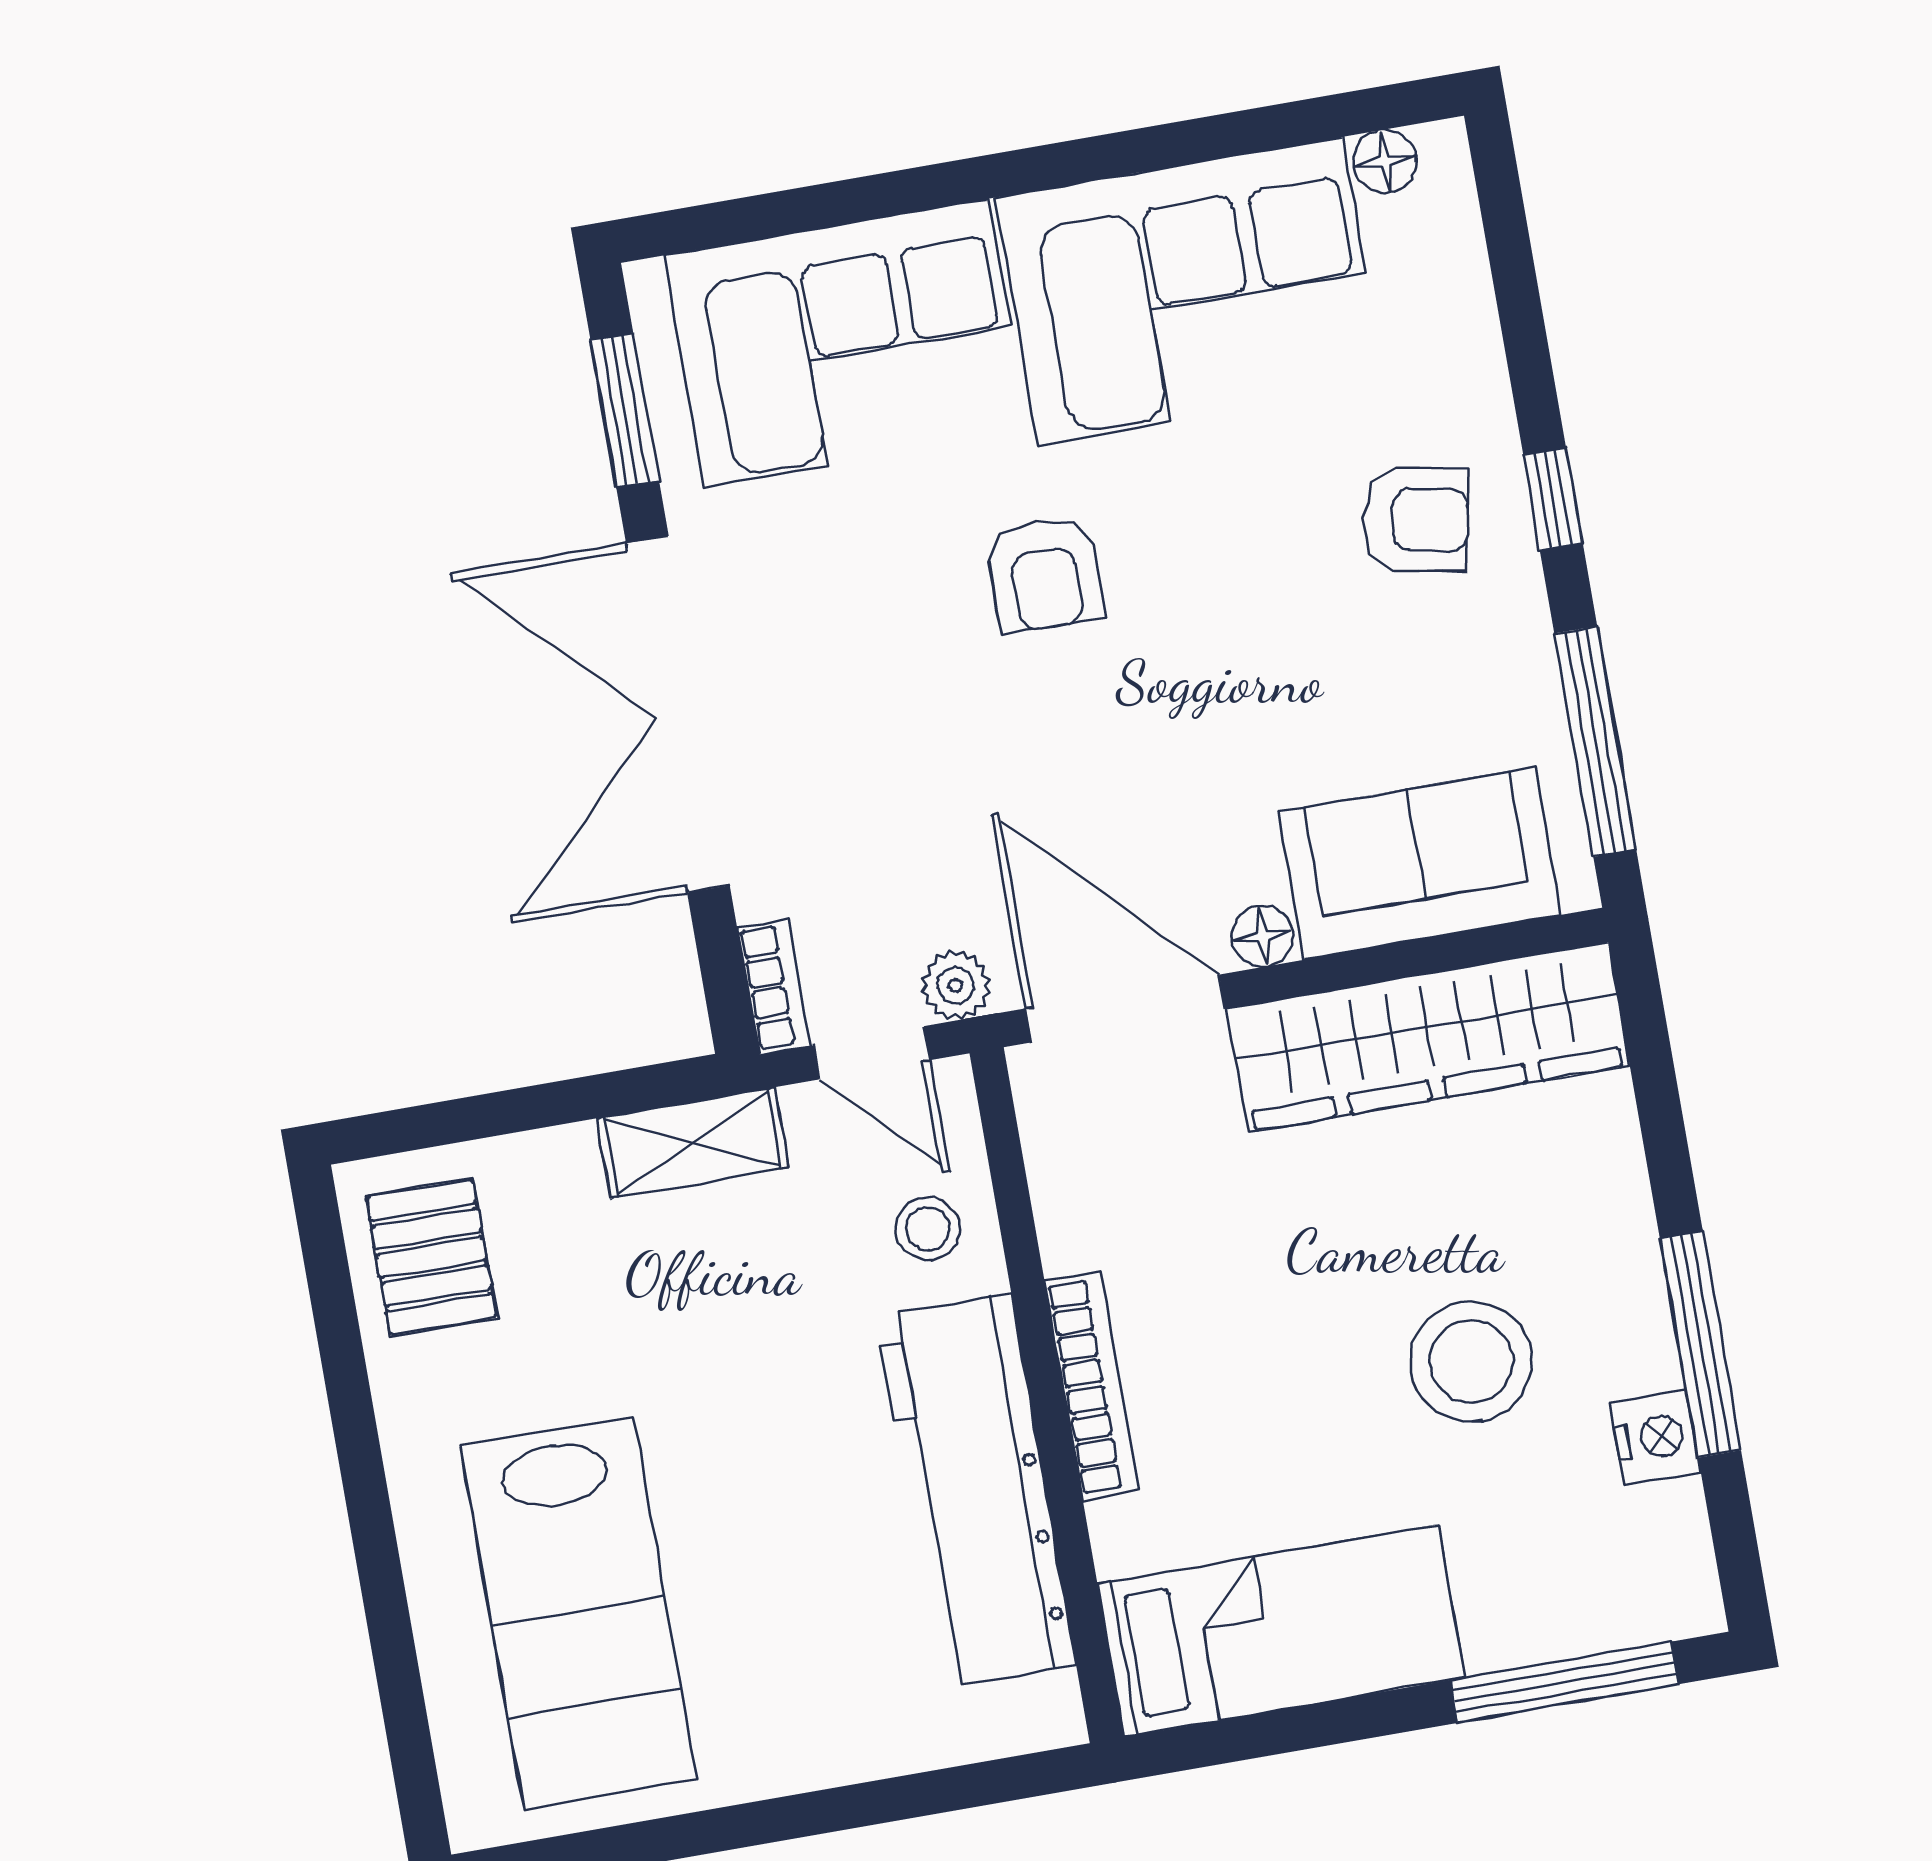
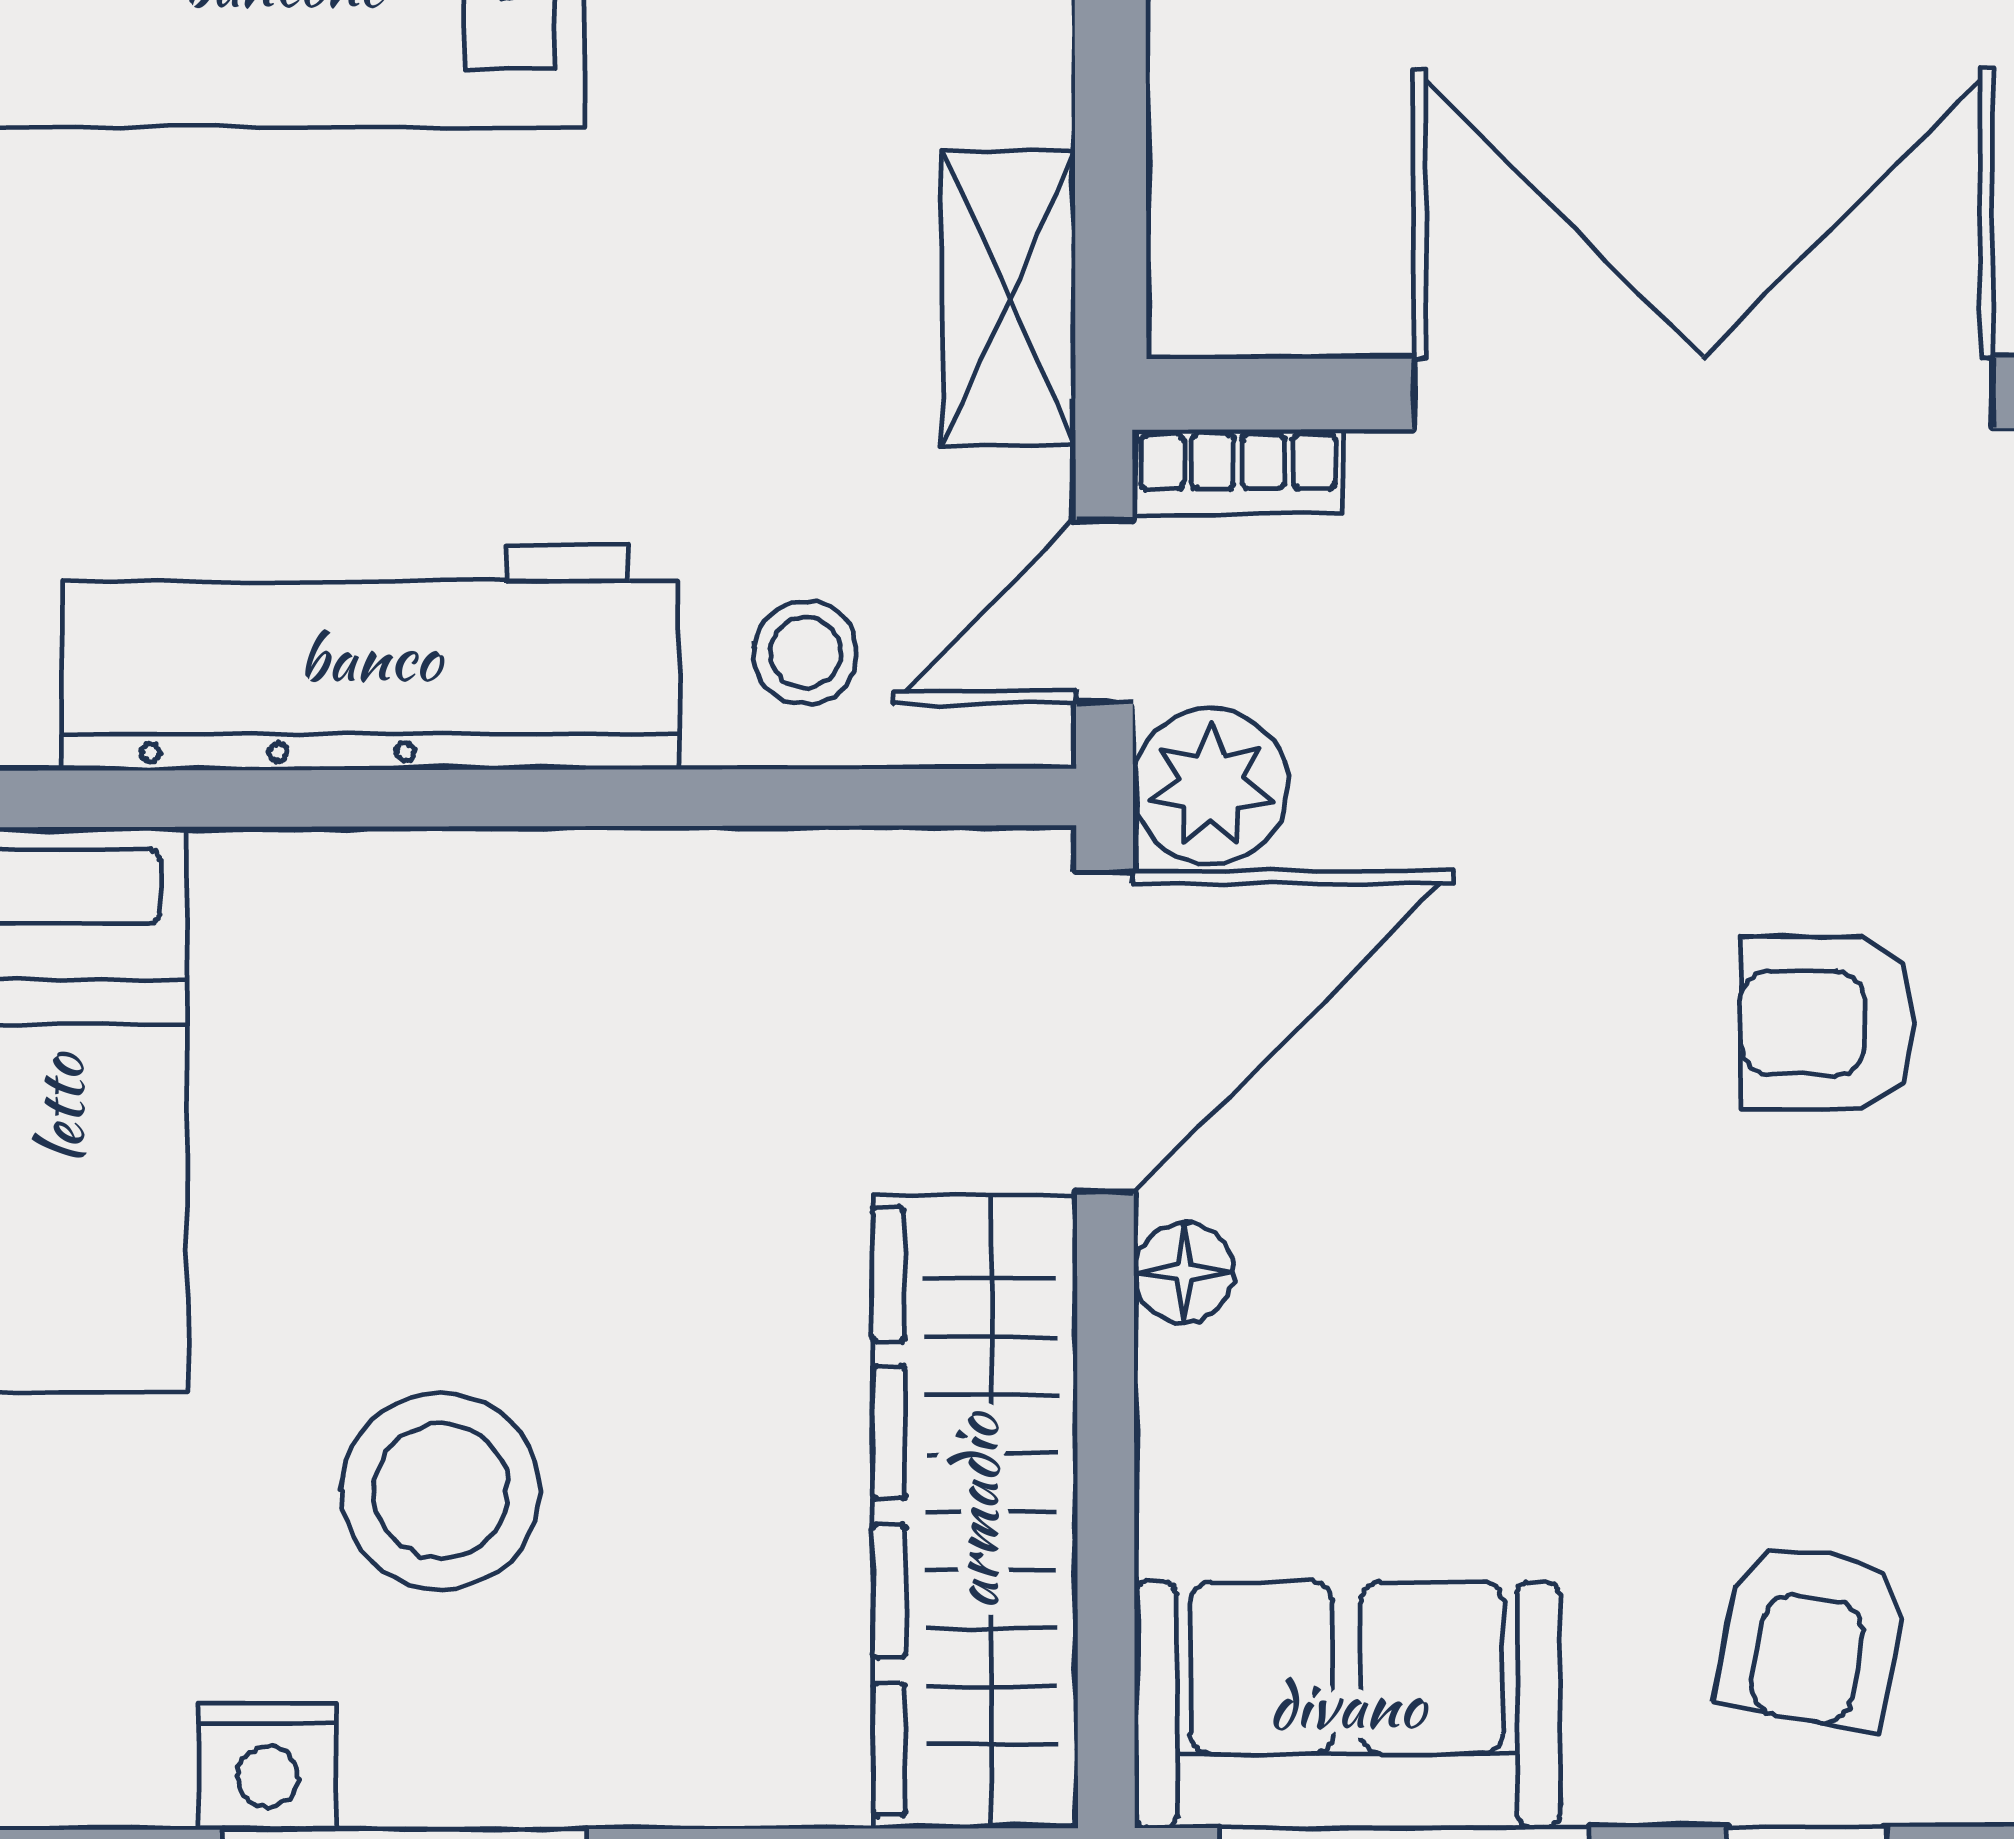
sofa: (1420, 863) -> (1347, 1705), moved, turned -90
plant: (956, 985) -> (1211, 786), width x1.38, depth x1.38
bookcase: (1092, 1386) -> (507, 873), removed

